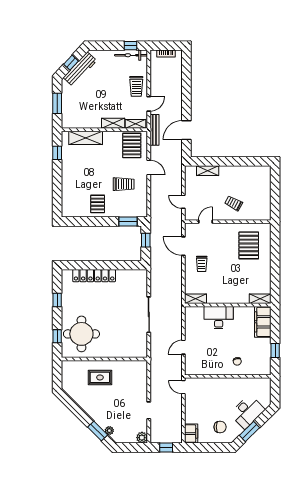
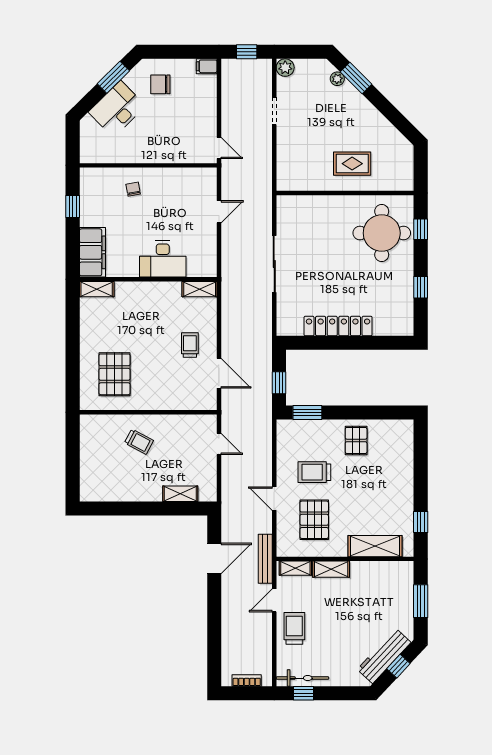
pallet: (132, 145) -> (314, 520), moved
door: (205, 222) -> (184, 412), removed
locker: (94, 276) -> (338, 326), moved
filing cabinet: (191, 434) -> (207, 66), width x0.50

